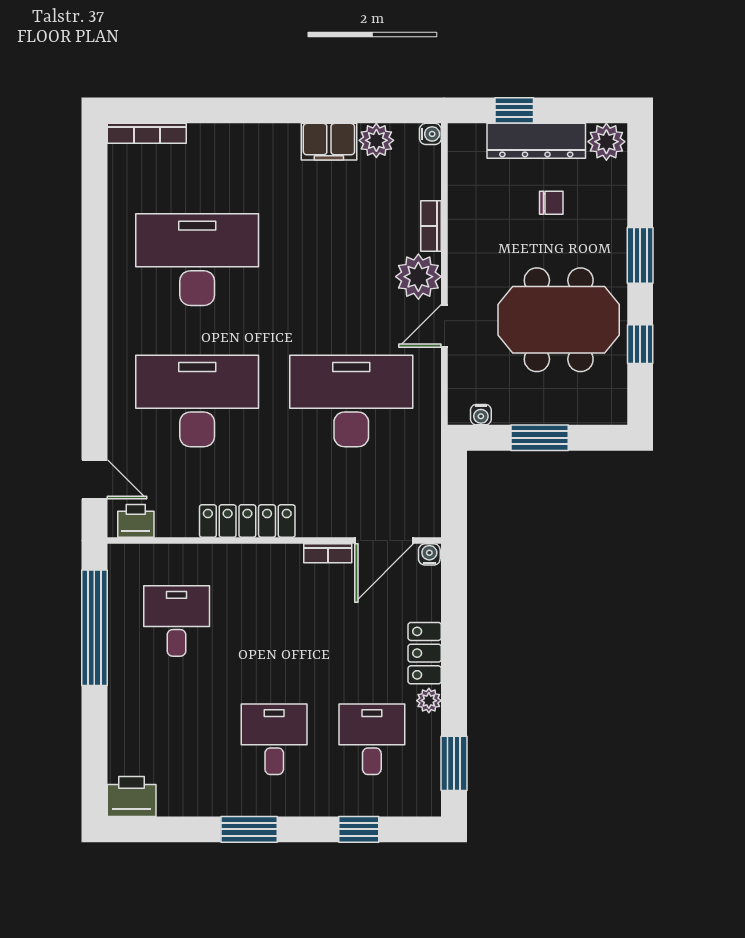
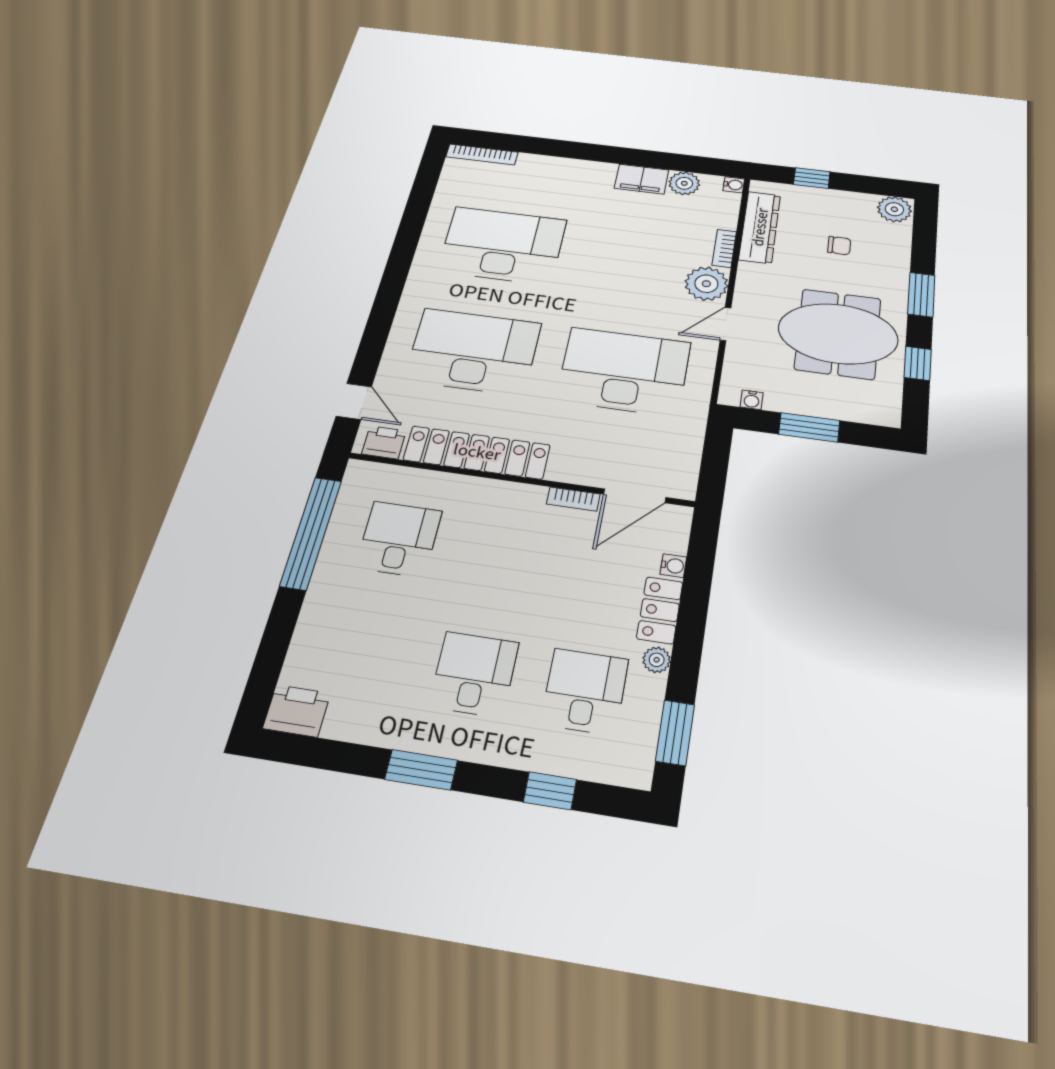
dresser: (536, 141) -> (760, 227), moved, turned -90
locker: (247, 521) -> (477, 452), width x1.41, depth x1.21
water cooler: (429, 554) -> (673, 566), moved, turned 90

